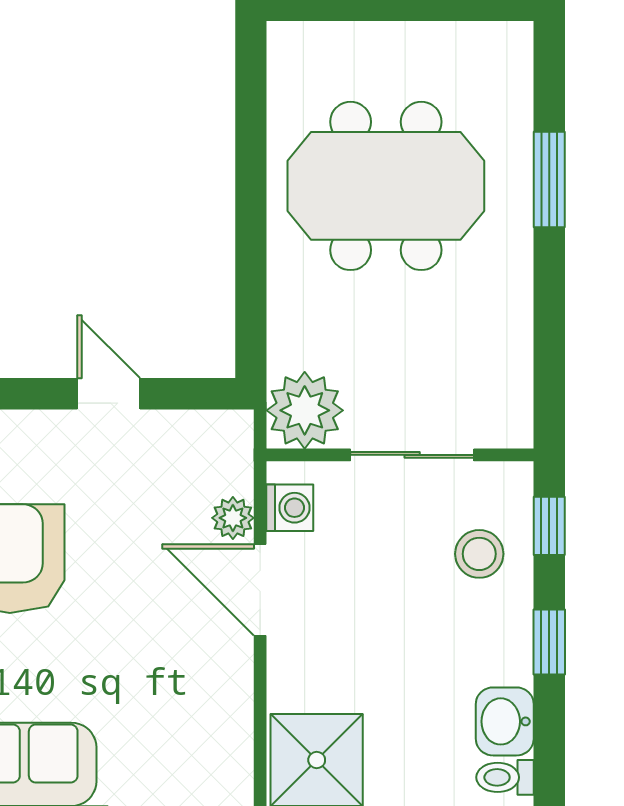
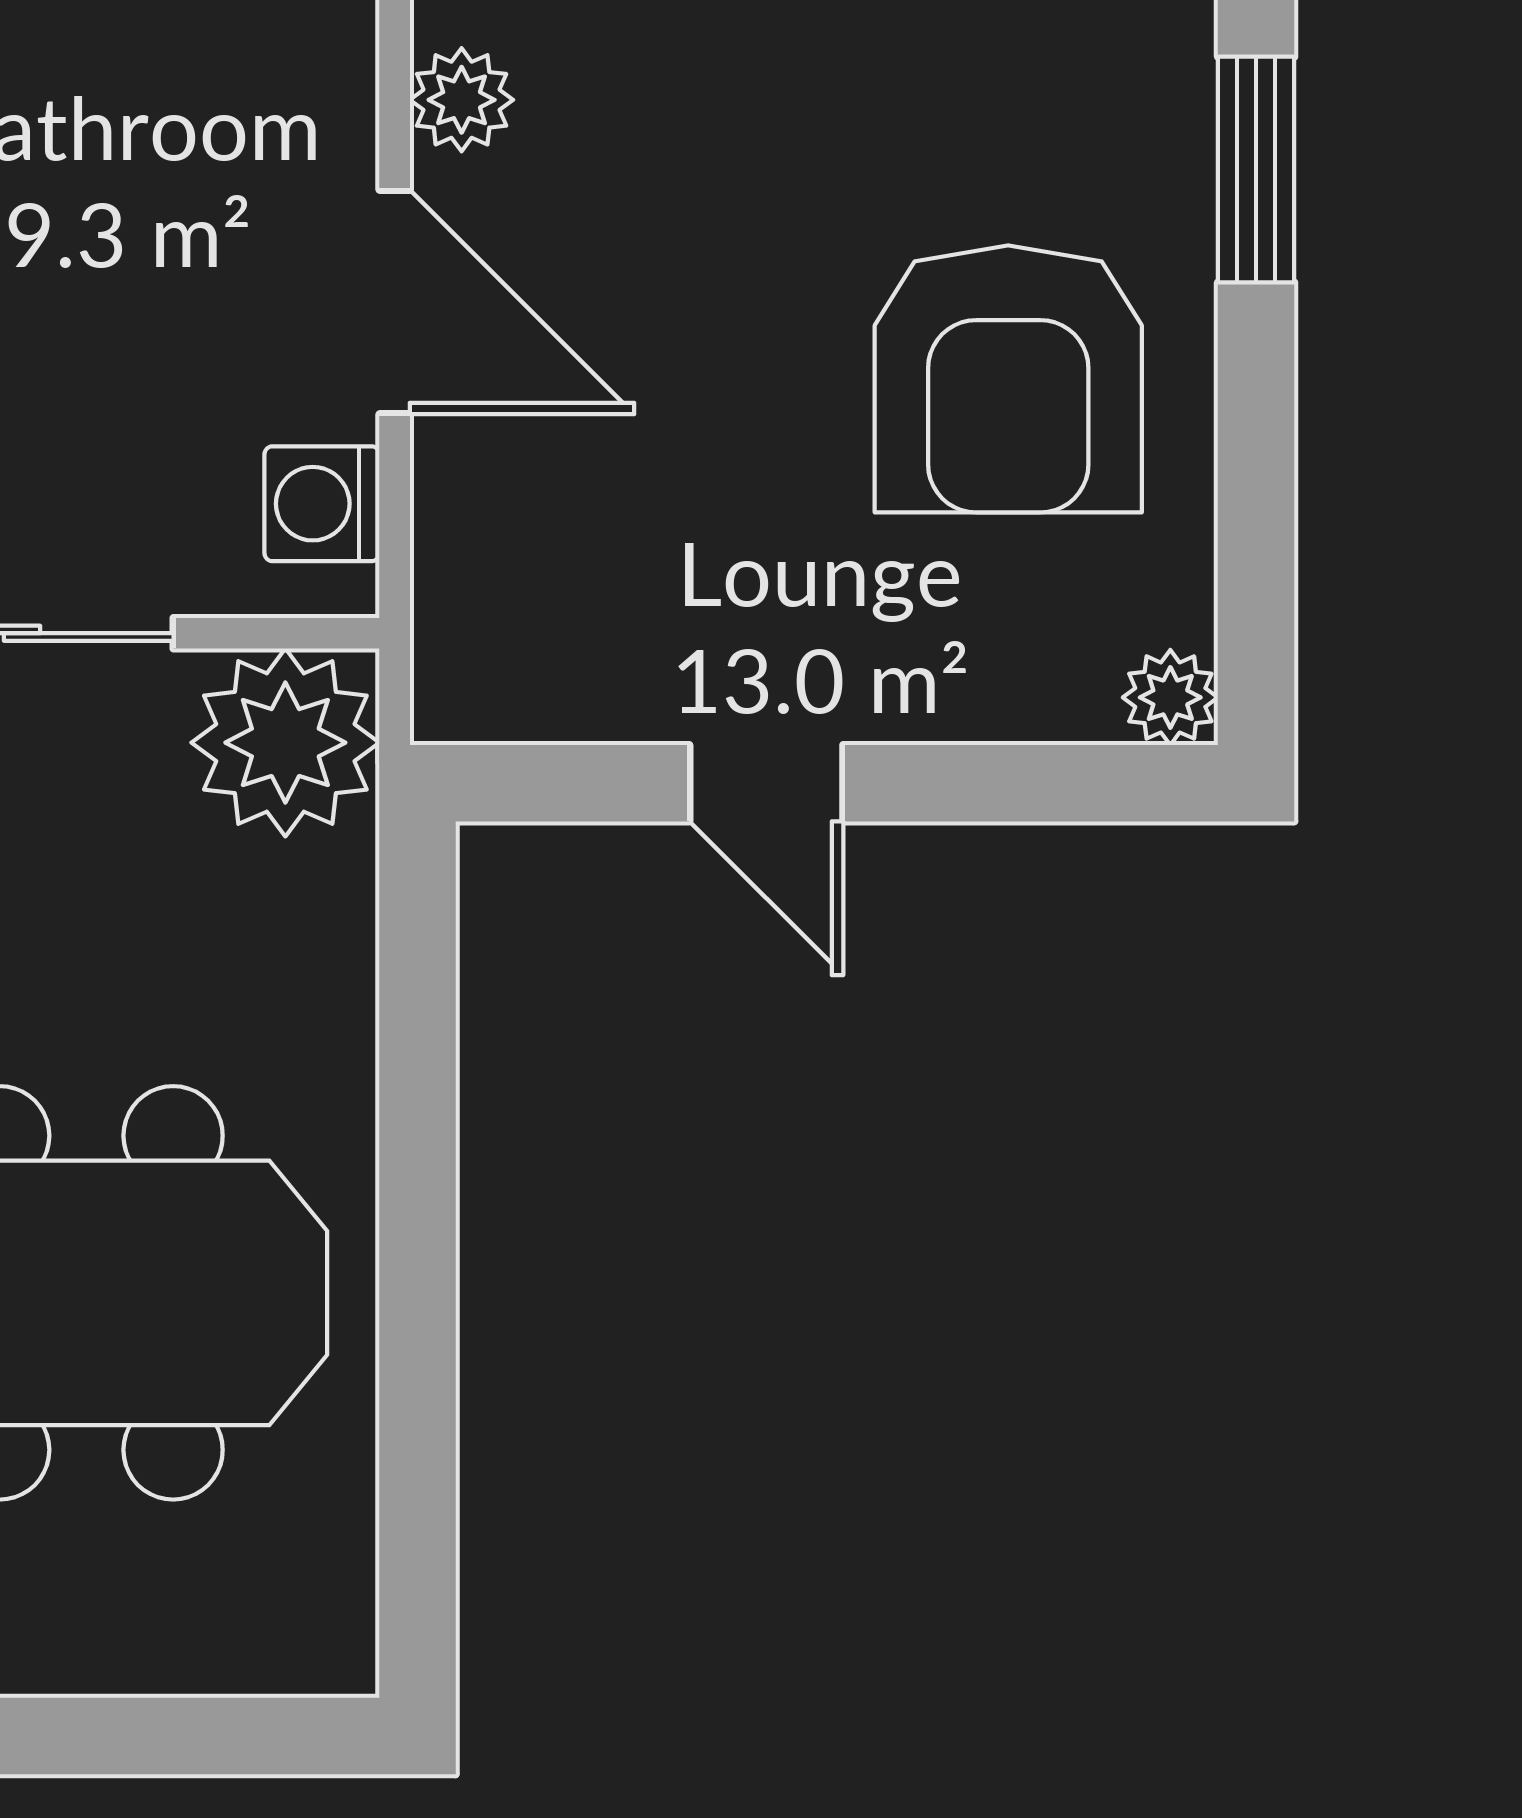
plant: (233, 518) -> (462, 100), moved

